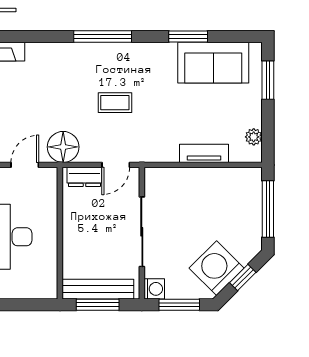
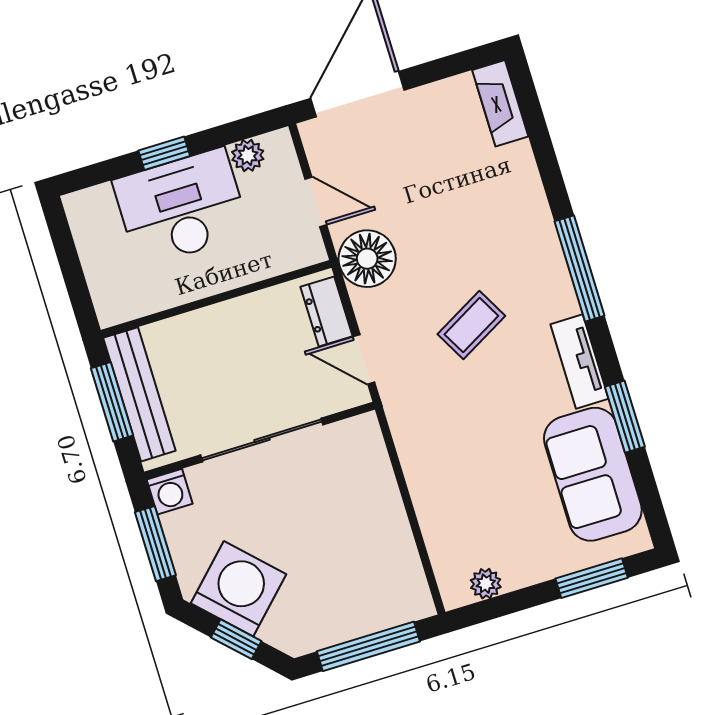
coffee table: (115, 103) -> (471, 325), turned 61
tv unit: (204, 153) -> (579, 361), moved, turned 180

